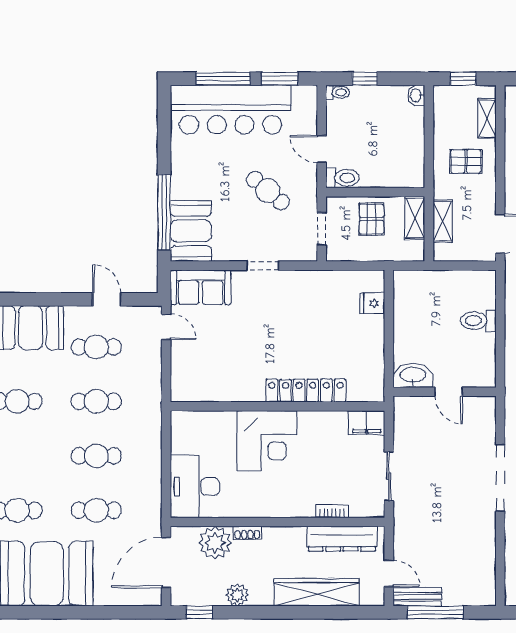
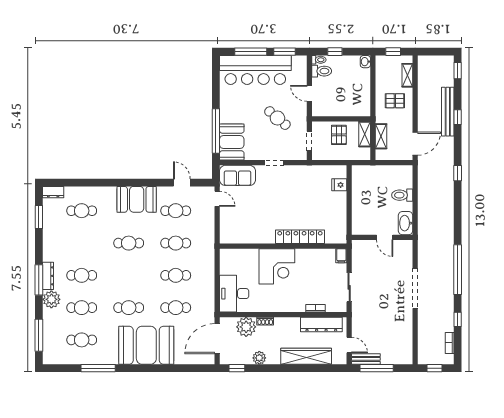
toilet: (342, 178) -> (322, 71), moved
washbasin: (413, 375) -> (406, 223), moved, turned -90
filing cabinet: (367, 423) -> (341, 256), width x0.50

